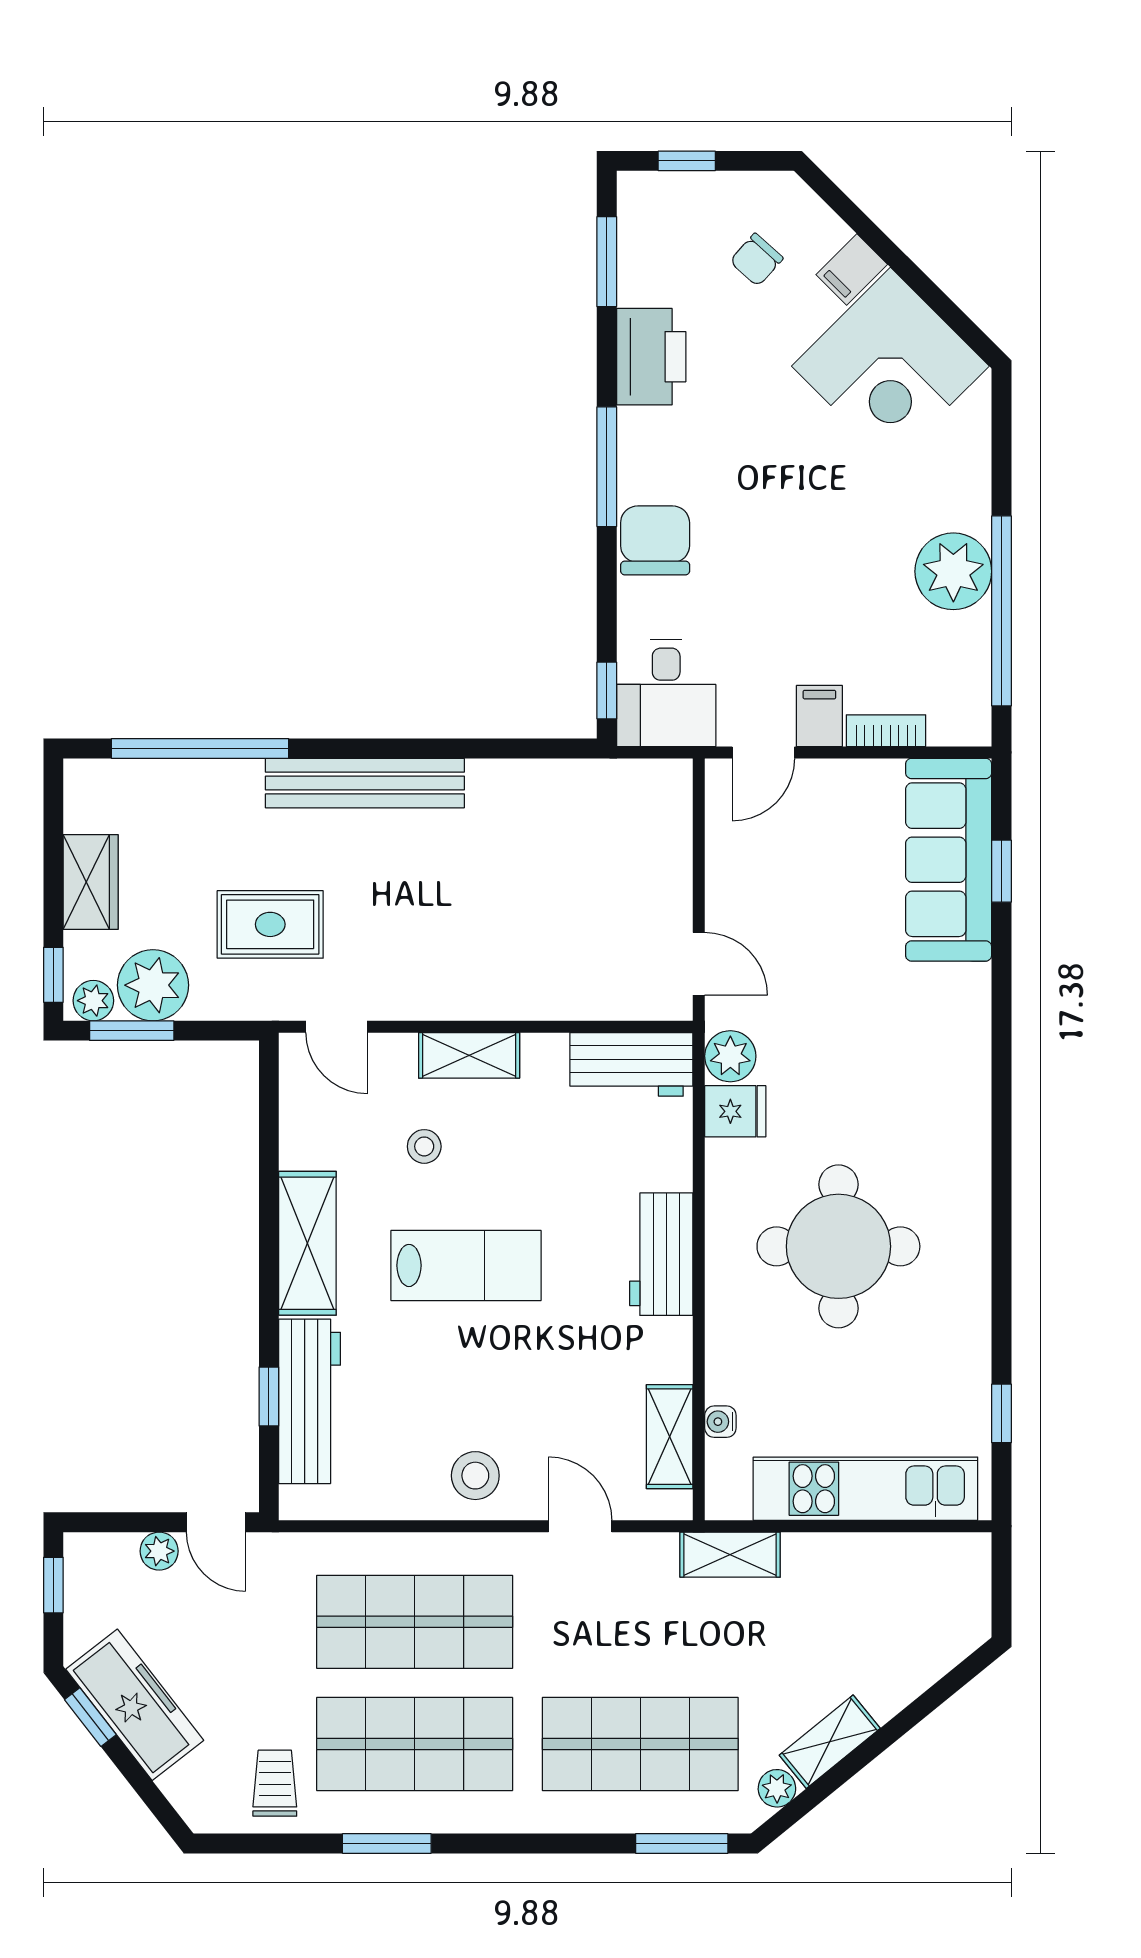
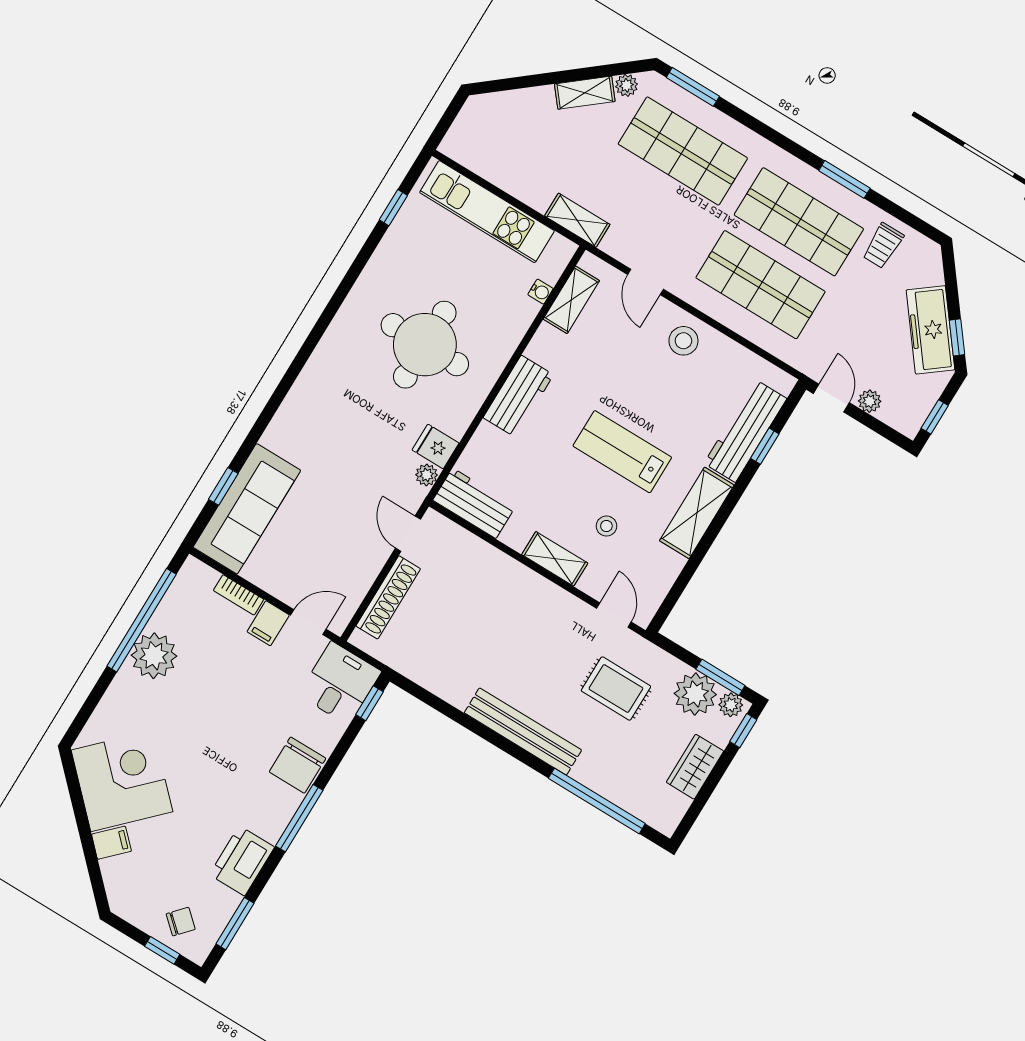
chair: (756, 260) -> (181, 922), moved
shoe rack: (672, 857) -> (388, 597), added
plant: (730, 1056) -> (427, 475), width x0.73, depth x0.73

